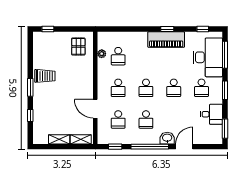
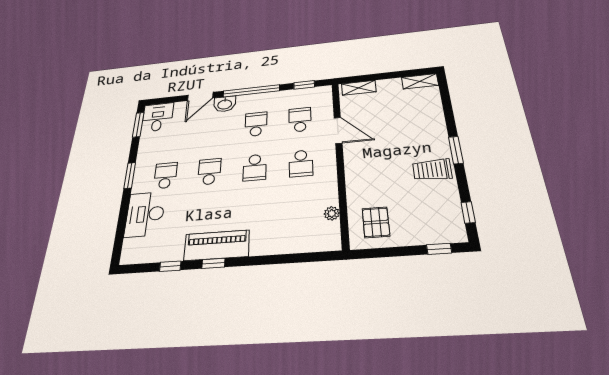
window: (203, 29) -> (170, 266), moved
window: (225, 55) -> (121, 228), removed
school desk: (118, 56) -> (302, 212), removed
desk: (208, 57) -> (145, 214), width x0.73, depth x0.77
school desk: (118, 88) -> (301, 163), turned 180
school desk: (146, 88) -> (255, 167), turned 180
desk: (211, 114) -> (158, 117), moved, turned 90
window: (30, 116) -> (468, 212), moved
shelving: (59, 139) -> (420, 81), moved

